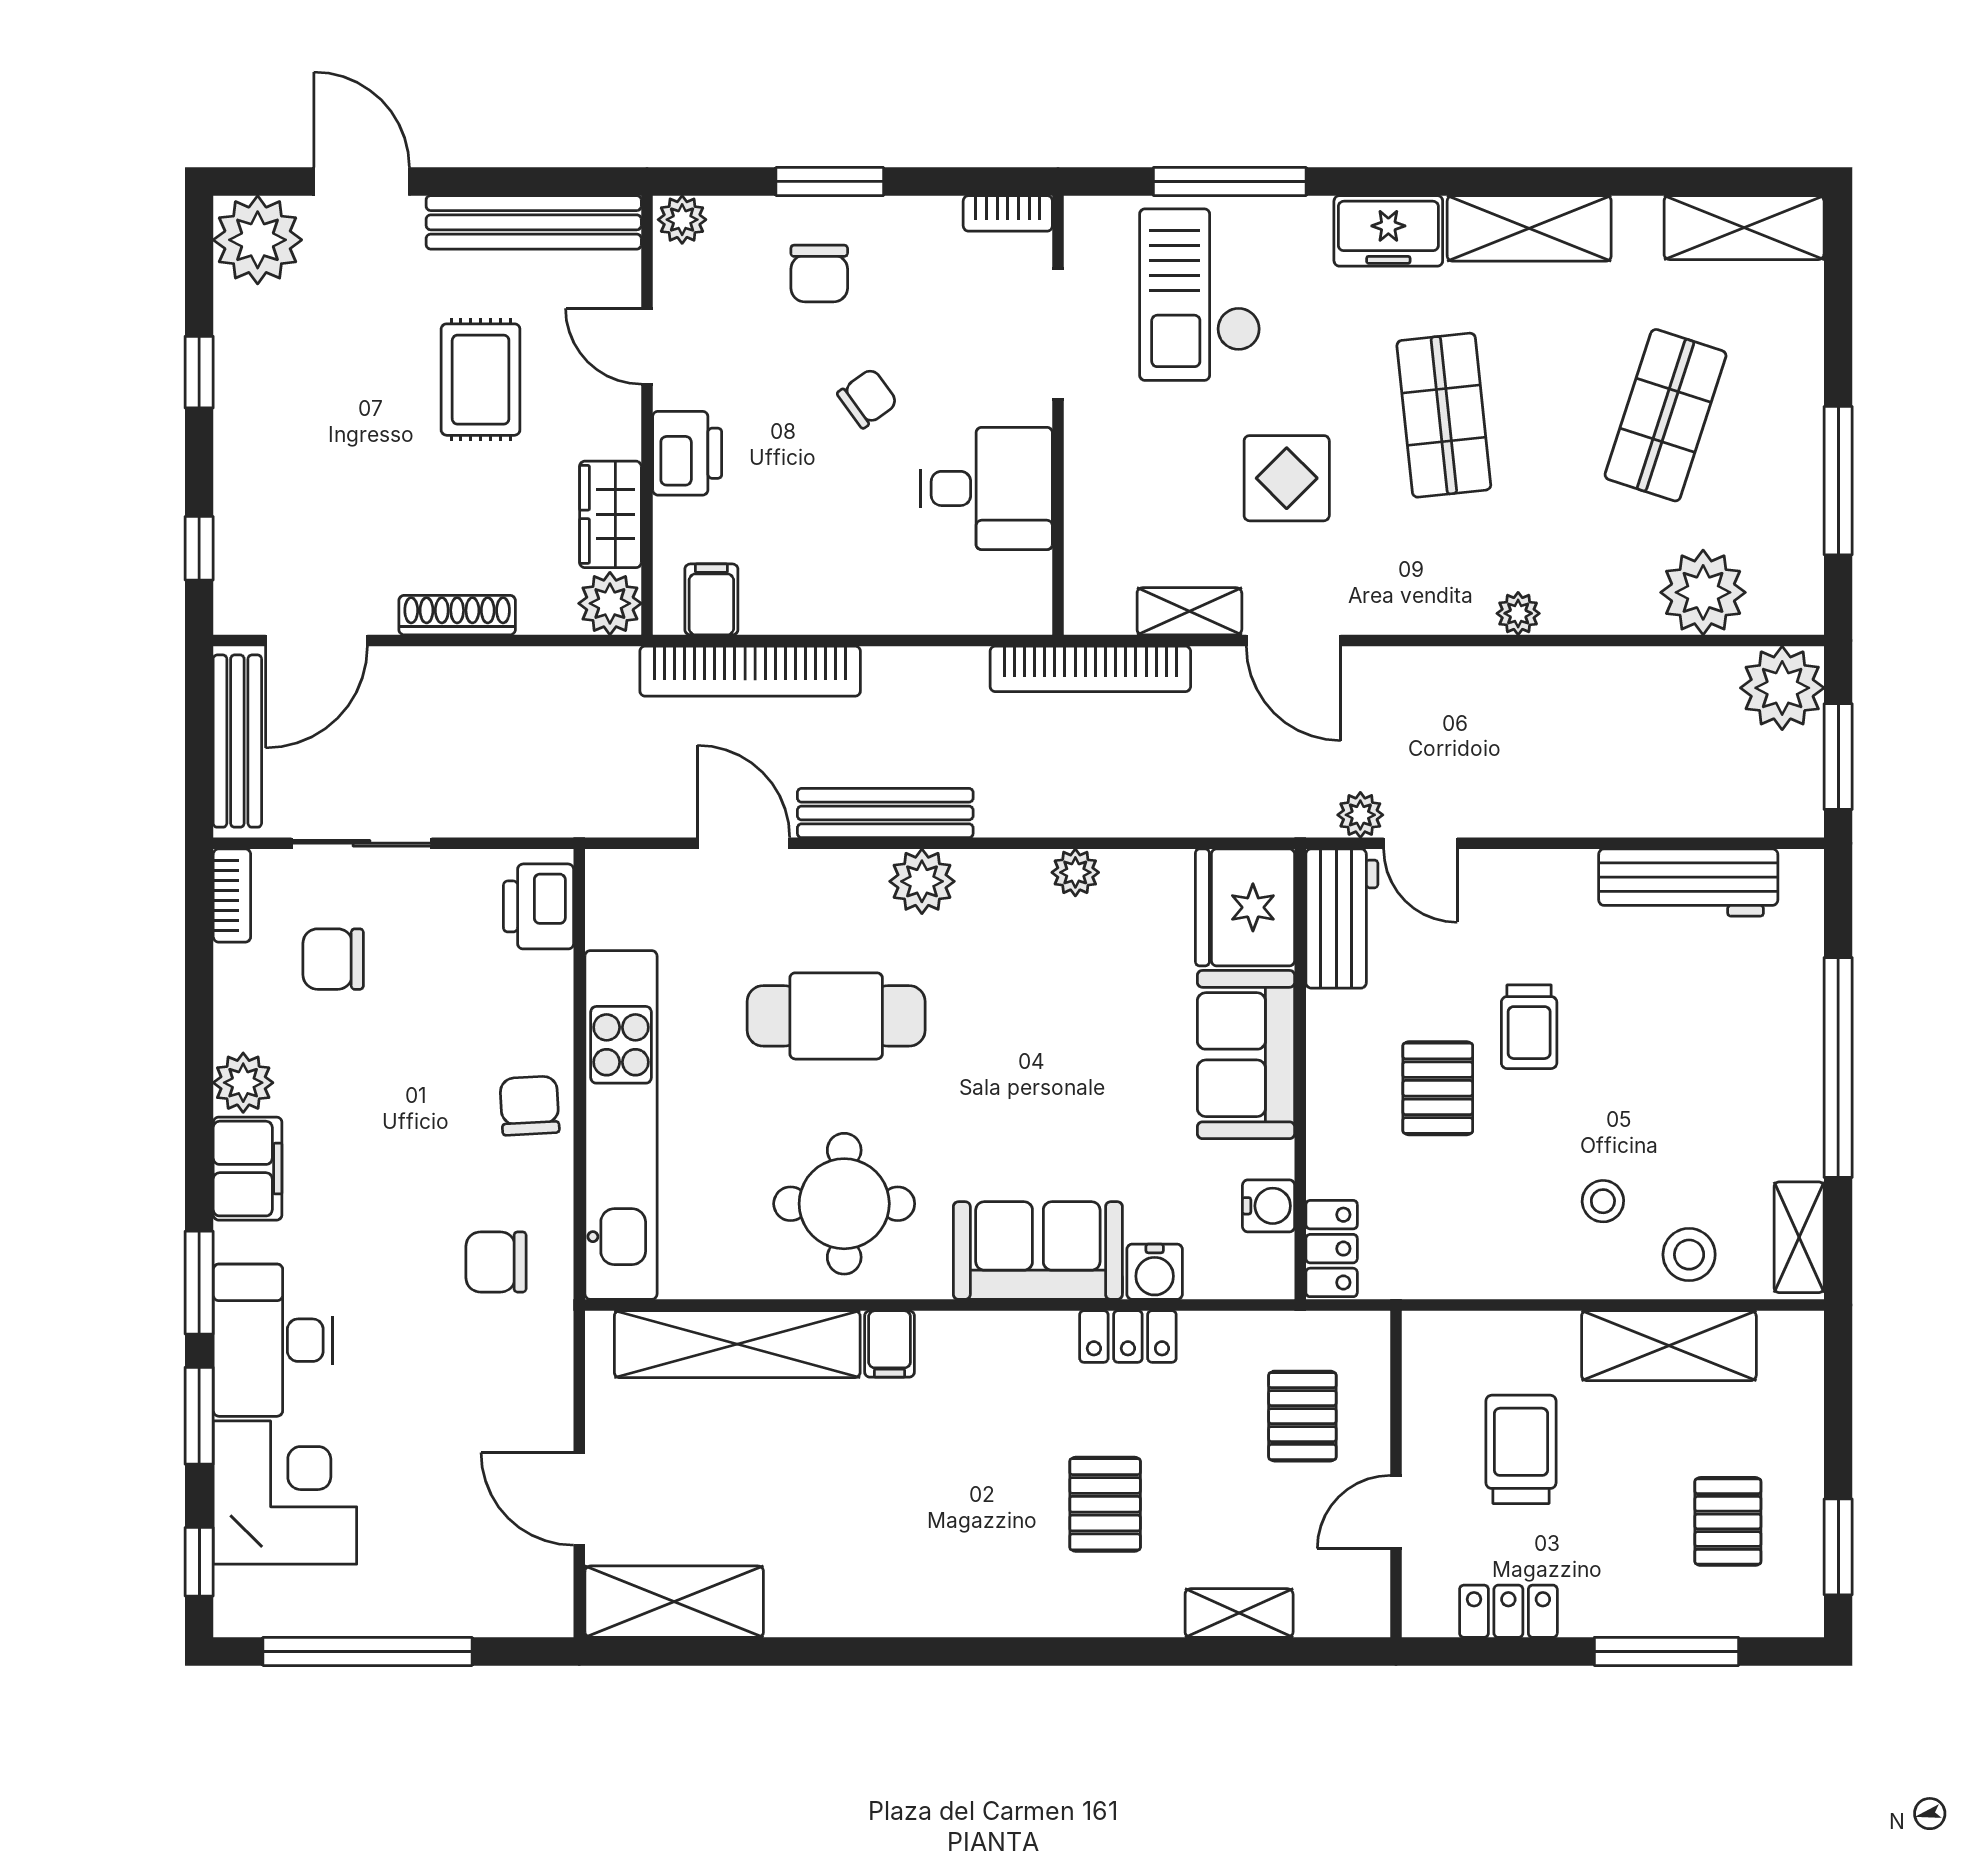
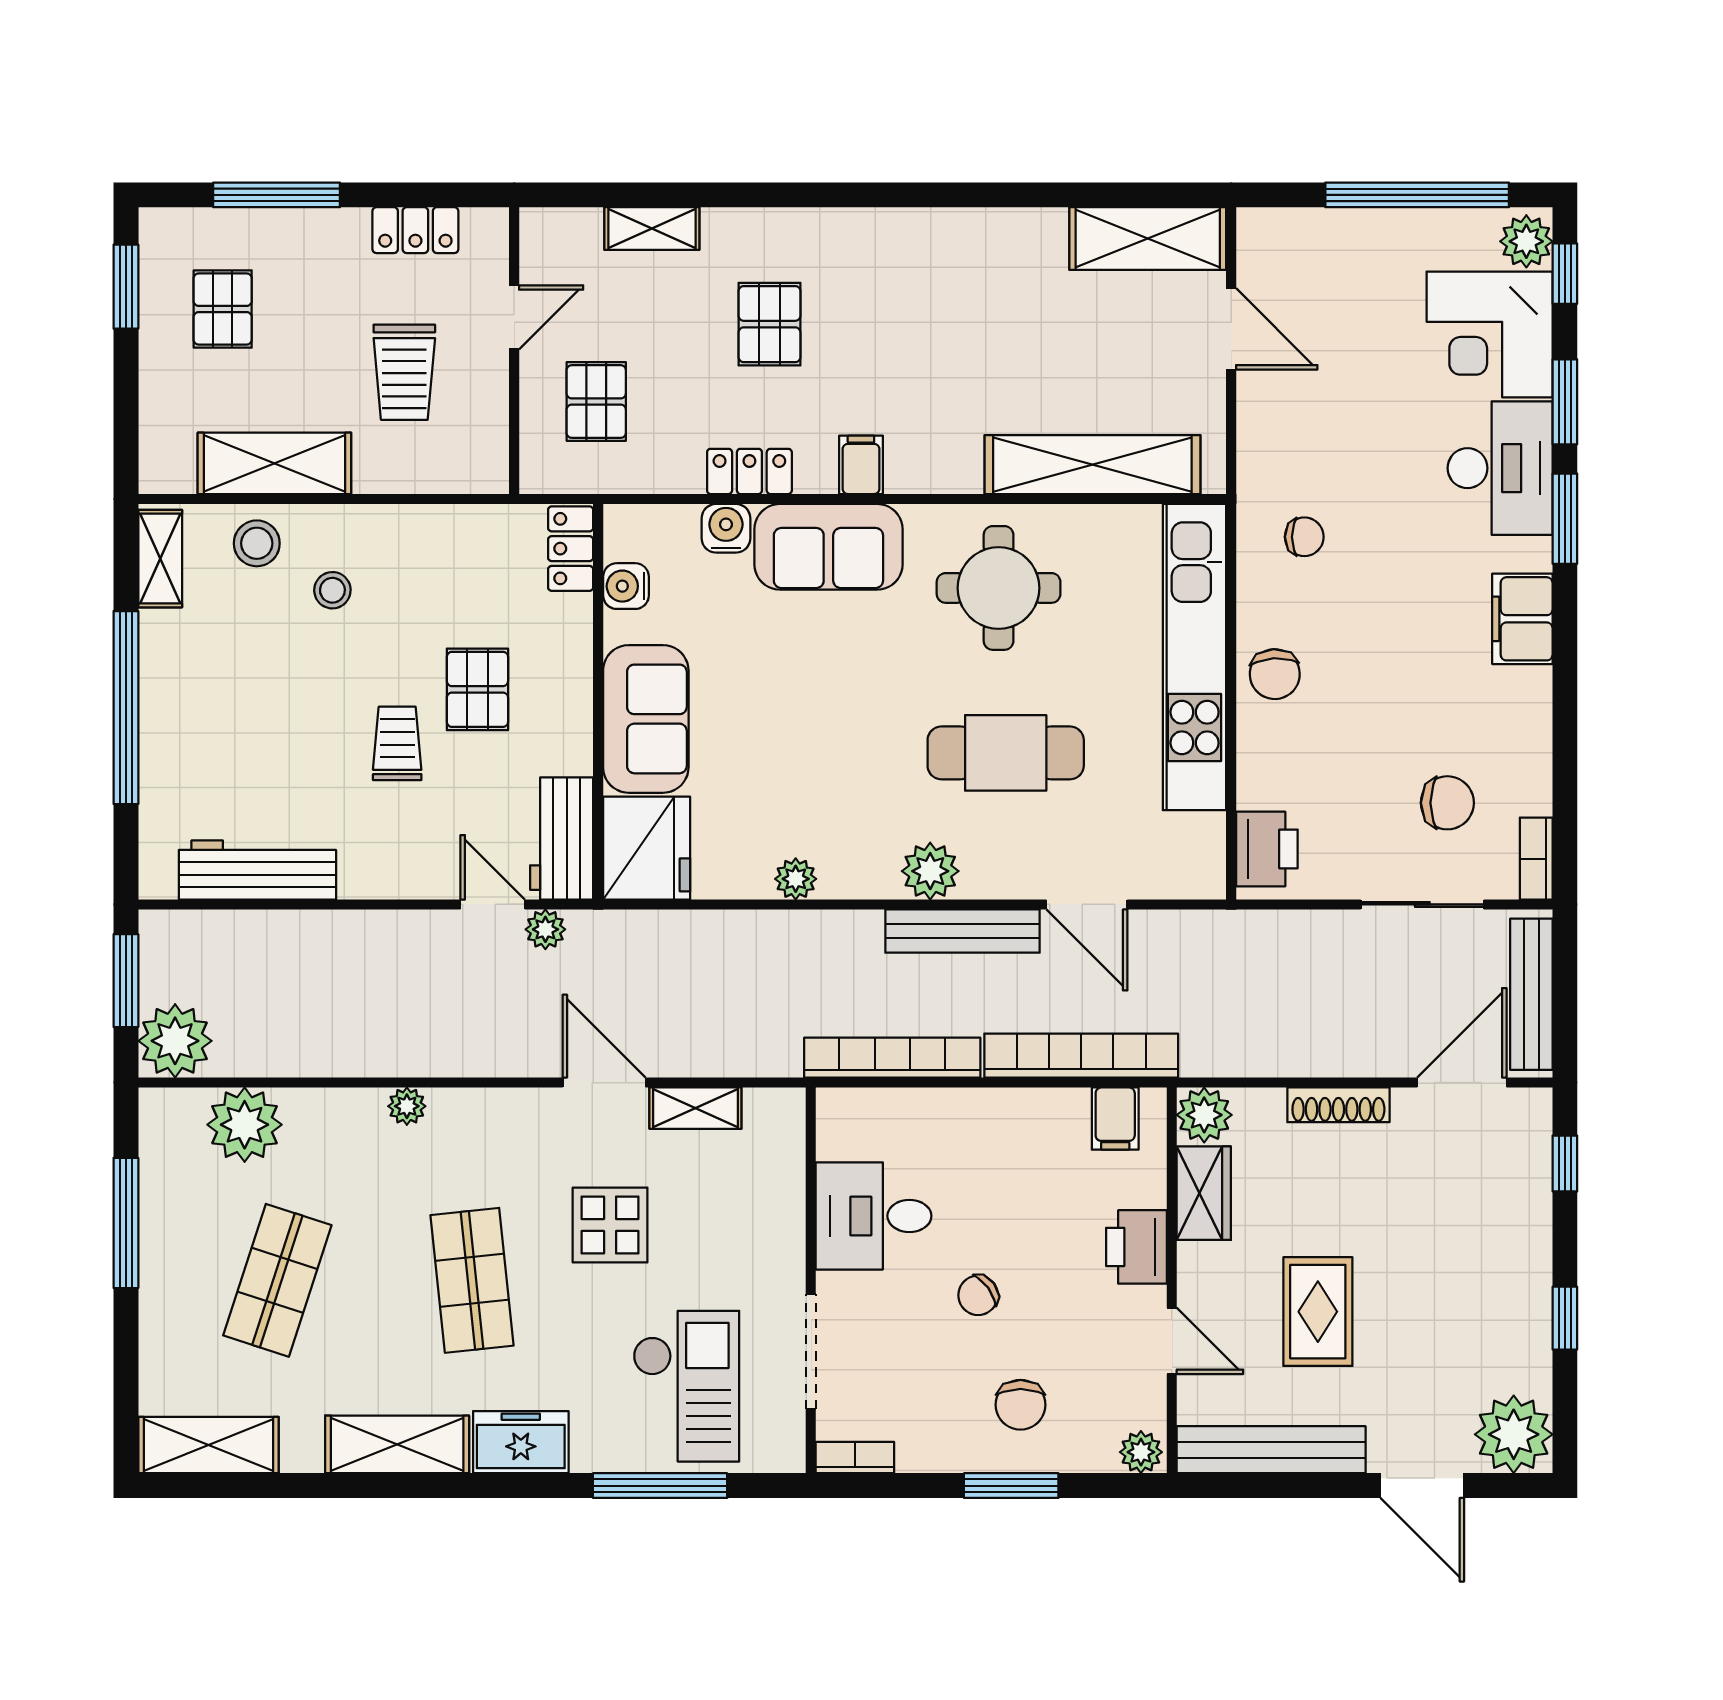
chair: (819, 273) -> (1021, 1405), turned 180
bookcase: (1090, 669) -> (892, 1058), moved
plant: (243, 1083) -> (1526, 241), moved
chair: (496, 1262) -> (1304, 537), width x0.73, depth x0.73
filing cabinet: (890, 1344) -> (861, 465), moved

